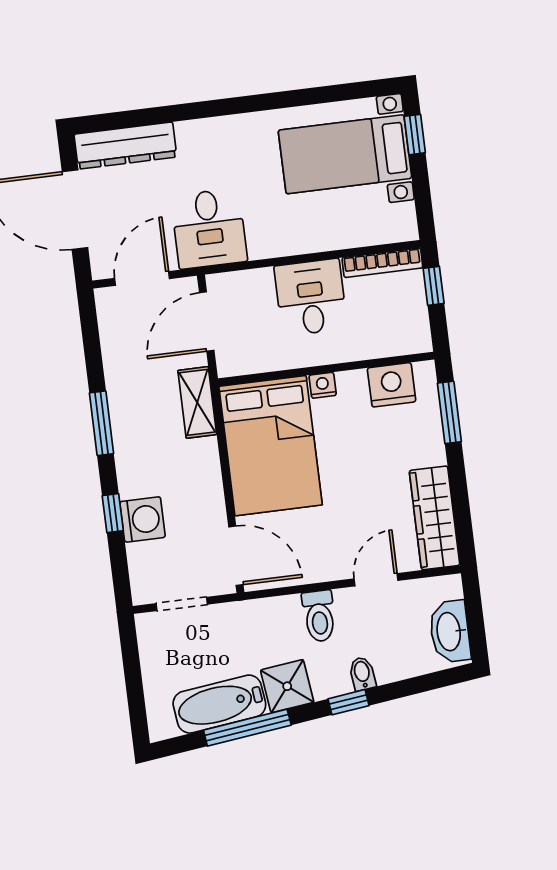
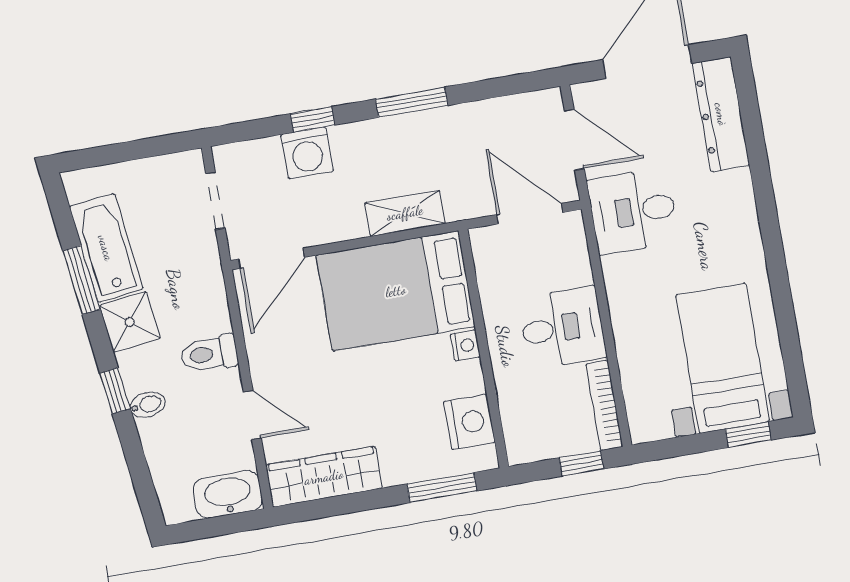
shelving: (197, 402) -> (405, 213), moved
washbasin: (450, 631) -> (228, 494), moved
window: (247, 728) -> (82, 280), width x0.69

